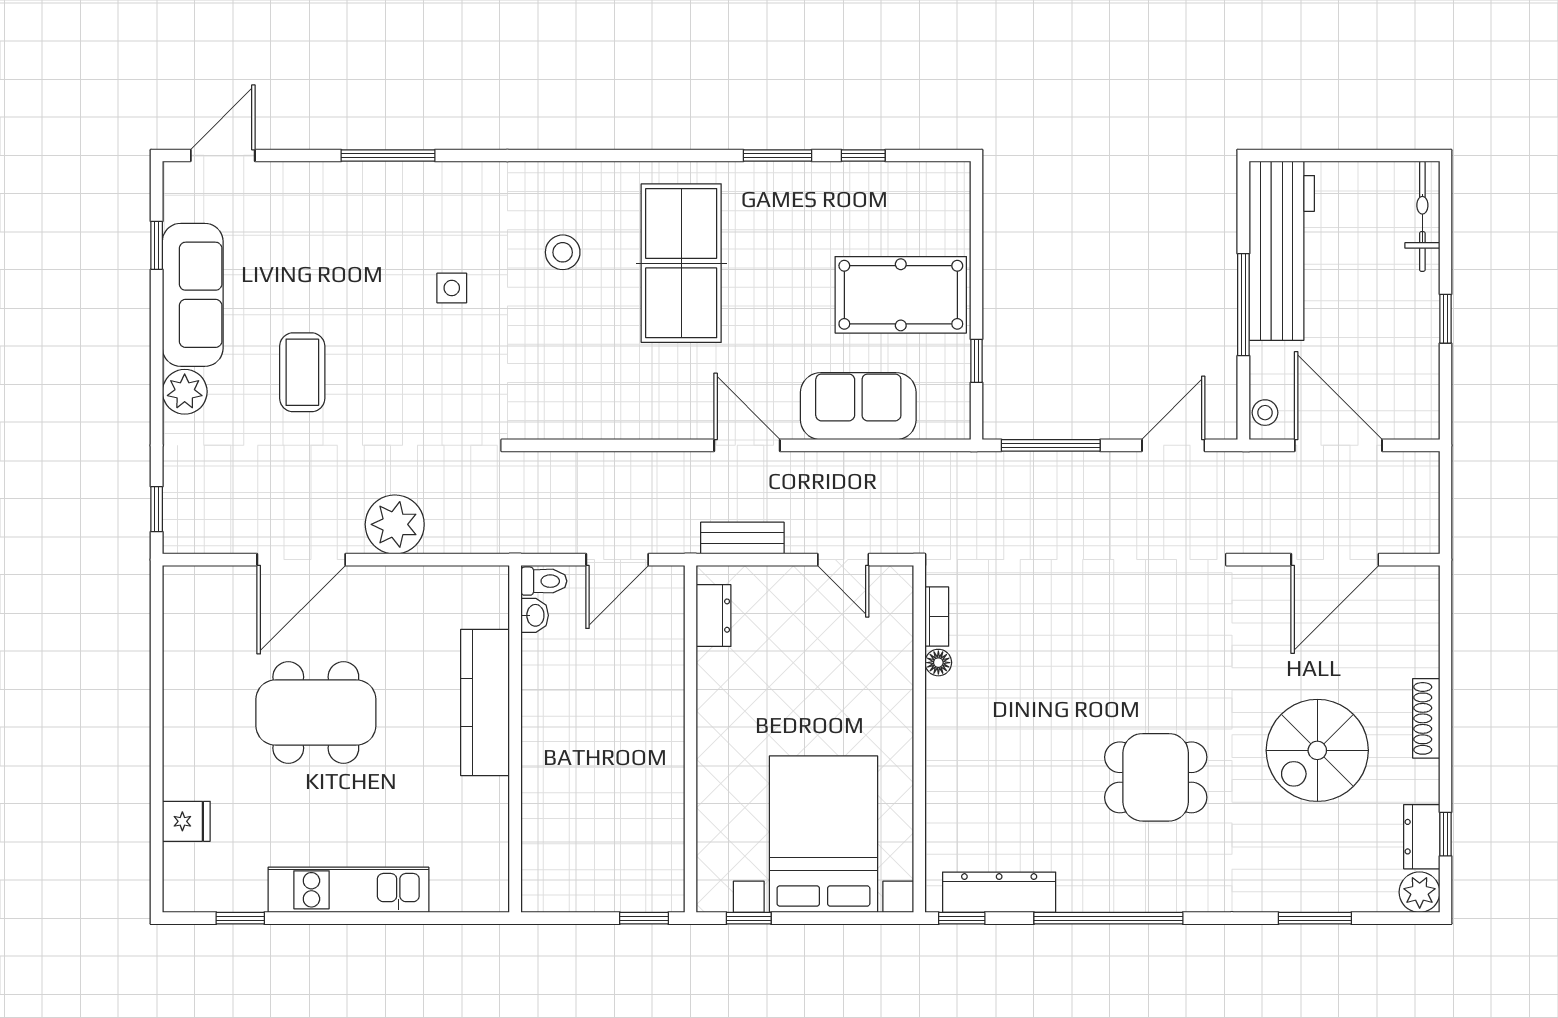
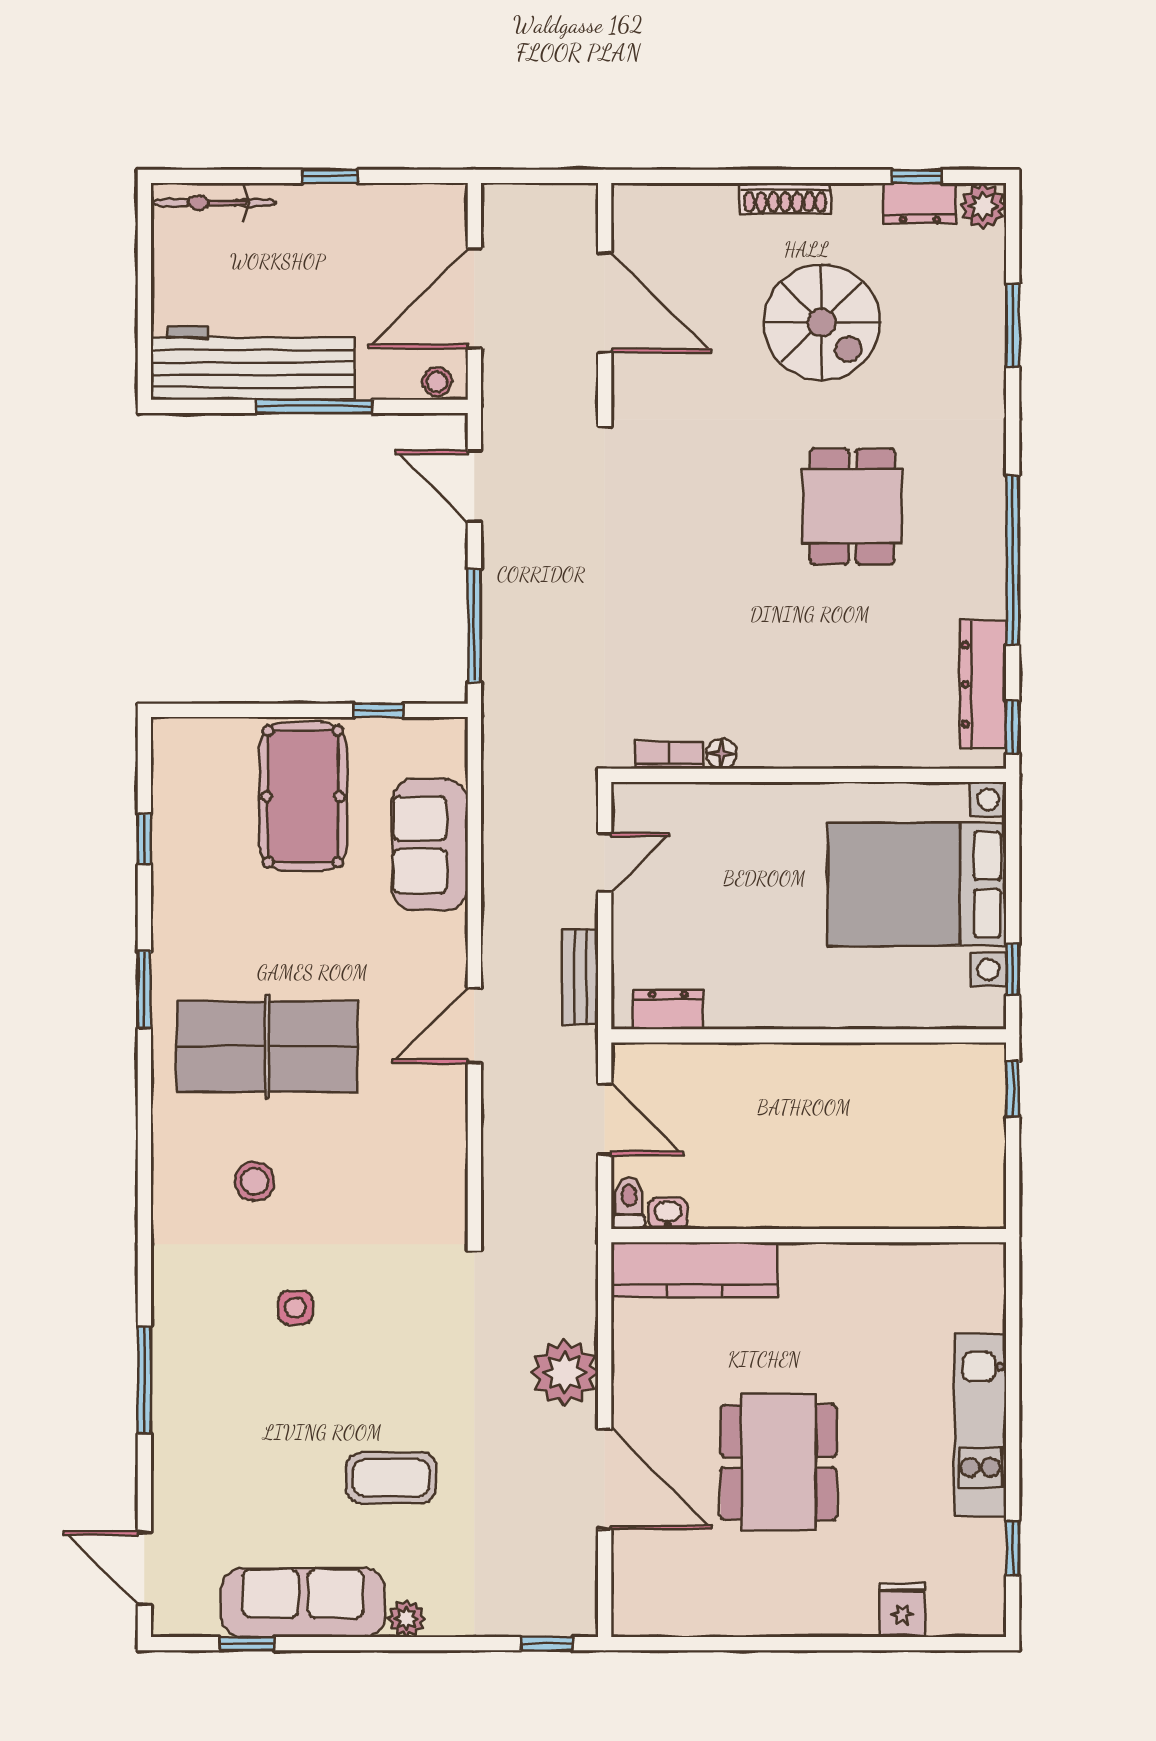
window: (777, 155) -> (144, 990), moved
plant: (185, 392) -> (406, 1619), width x0.73, depth x0.73
door: (747, 445) -> (474, 1026), moved
kitchen counter: (485, 702) -> (694, 1270), moved

